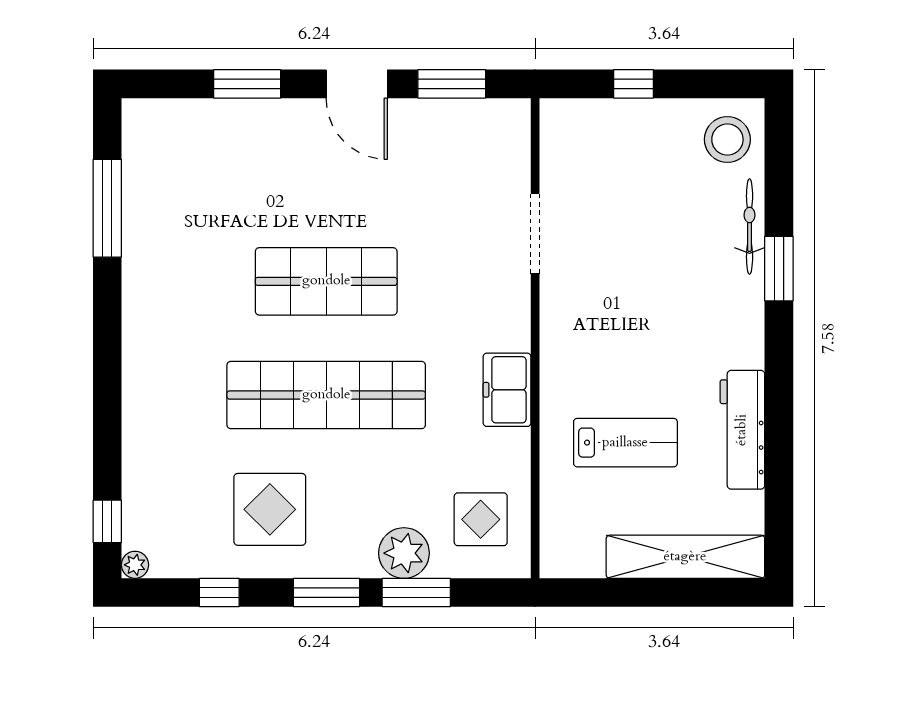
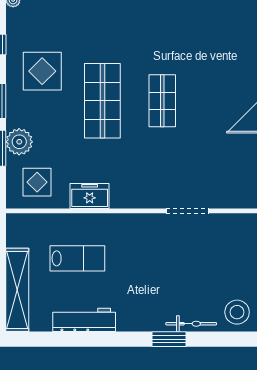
shop shelf: (326, 281) -> (162, 101), width x0.70, depth x0.74
freezer: (507, 390) -> (90, 196), moved
shop shelf: (326, 395) -> (102, 101), width x0.71
lab bench: (625, 443) -> (77, 258), turned -90

